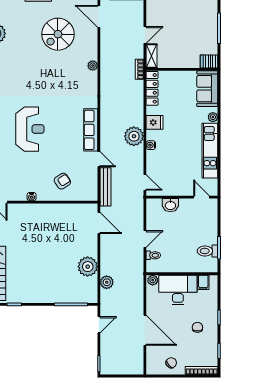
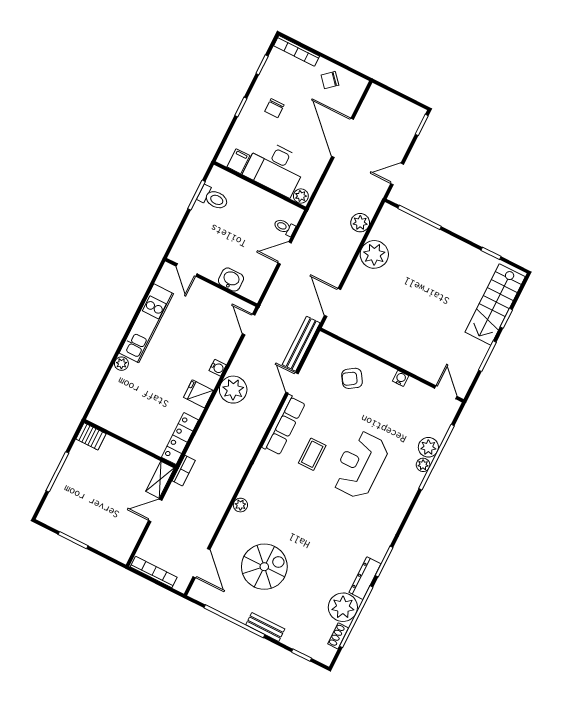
sofa: (207, 89) -> (110, 403), removed
coffee table: (63, 121) -> (312, 454), added

